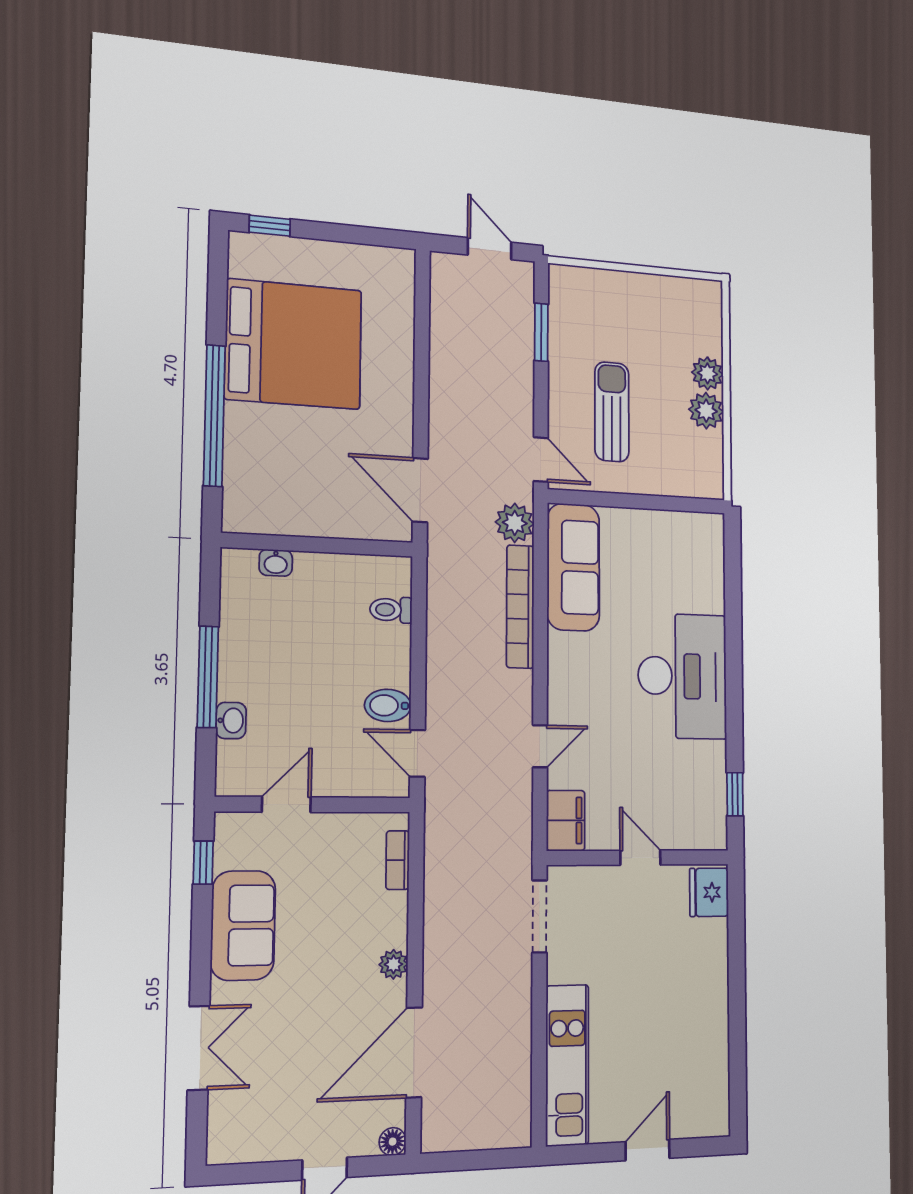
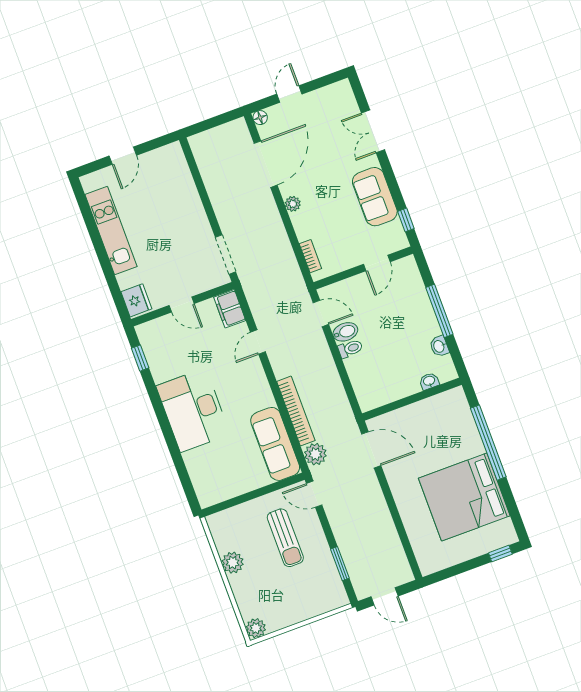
plant: (707, 373) -> (256, 628), moved
toilet: (391, 610) -> (350, 349), moved
washbasin: (231, 721) -> (439, 346), moved
kitchen unit: (567, 1065) -> (111, 231), moved, turned 180

